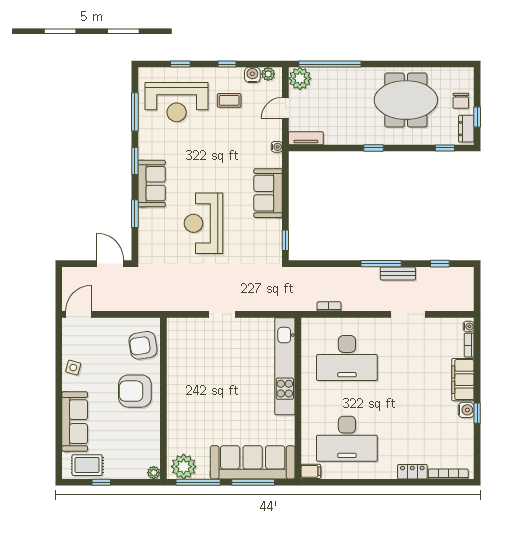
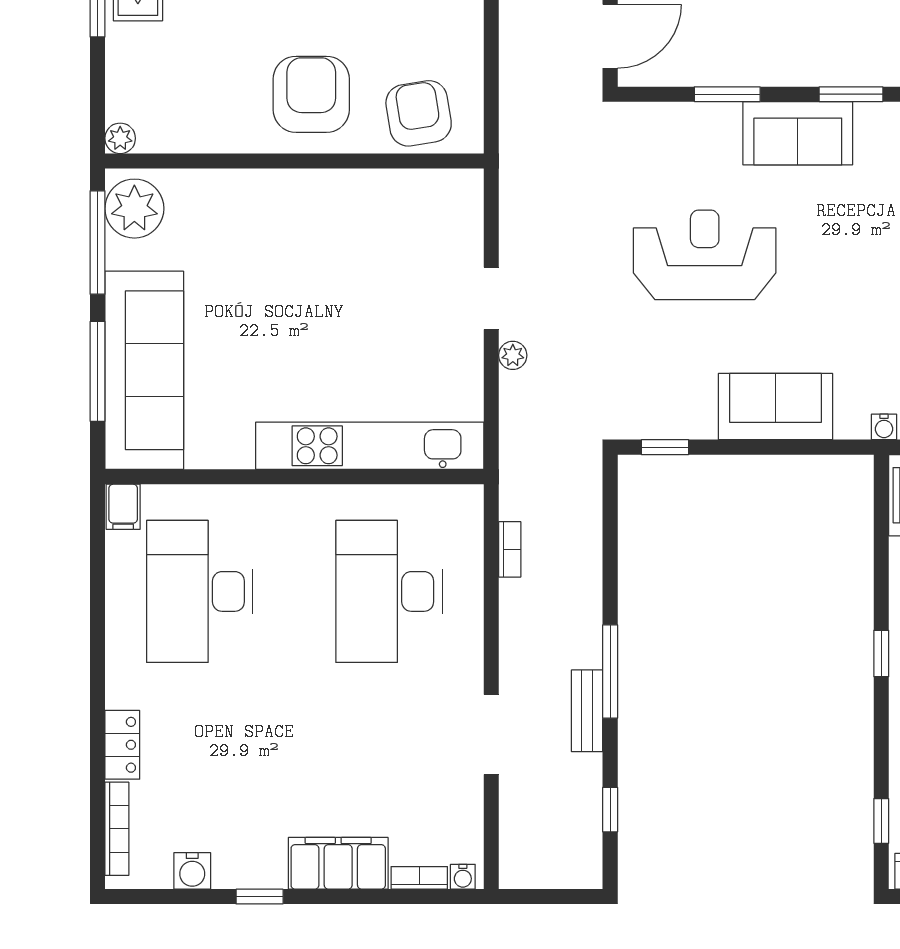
plant: (246, 305) -> (513, 355), added
water cooler: (466, 410) -> (192, 871), moved

